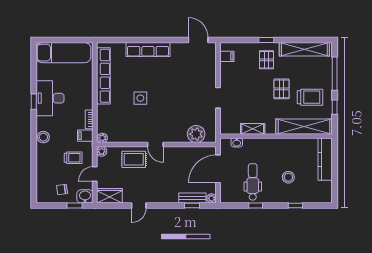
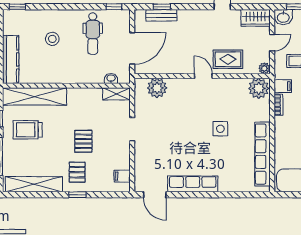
row of seats: (148, 50) -> (193, 184), moved
pallet: (282, 89) -> (83, 141), moved
shelving: (253, 129) -> (116, 94), moved
plant: (102, 138) -> (259, 88), width x1.88, depth x1.88
plant: (211, 198) -> (140, 15), removed
window: (256, 206) -> (114, 7), moved
window: (295, 206) -> (17, 7), moved

